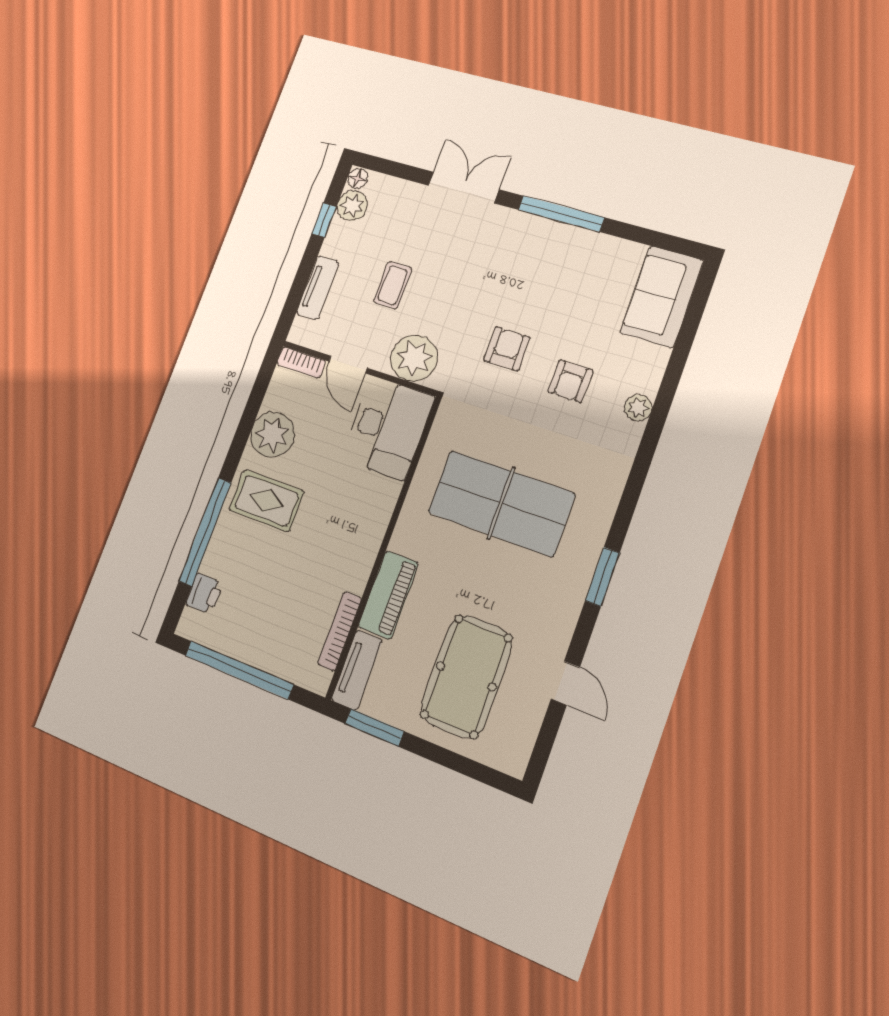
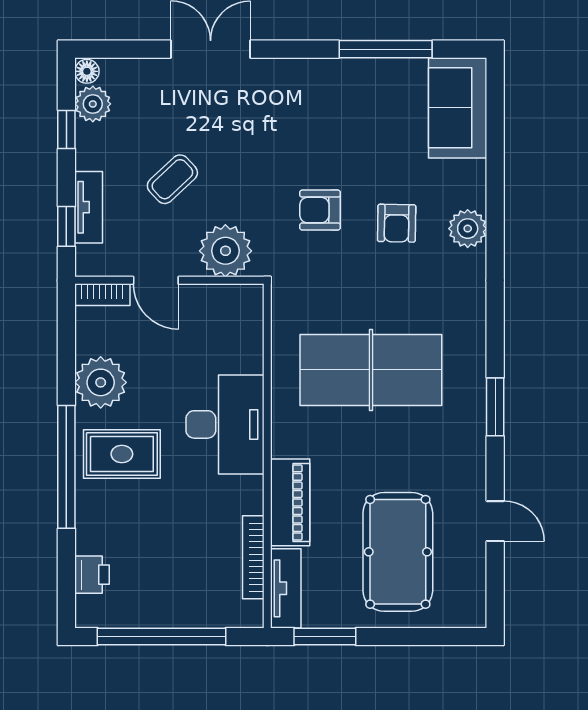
window: (561, 214) -> (386, 49), moved
coffee table: (393, 285) -> (172, 179), turned 47
window: (294, 298) -> (66, 226), added
armchair: (507, 349) -> (320, 210), turned -90
plant: (638, 408) -> (468, 229), width x1.38, depth x1.38
desk: (388, 428) -> (225, 424), moved
window: (205, 532) -> (66, 467), moved

